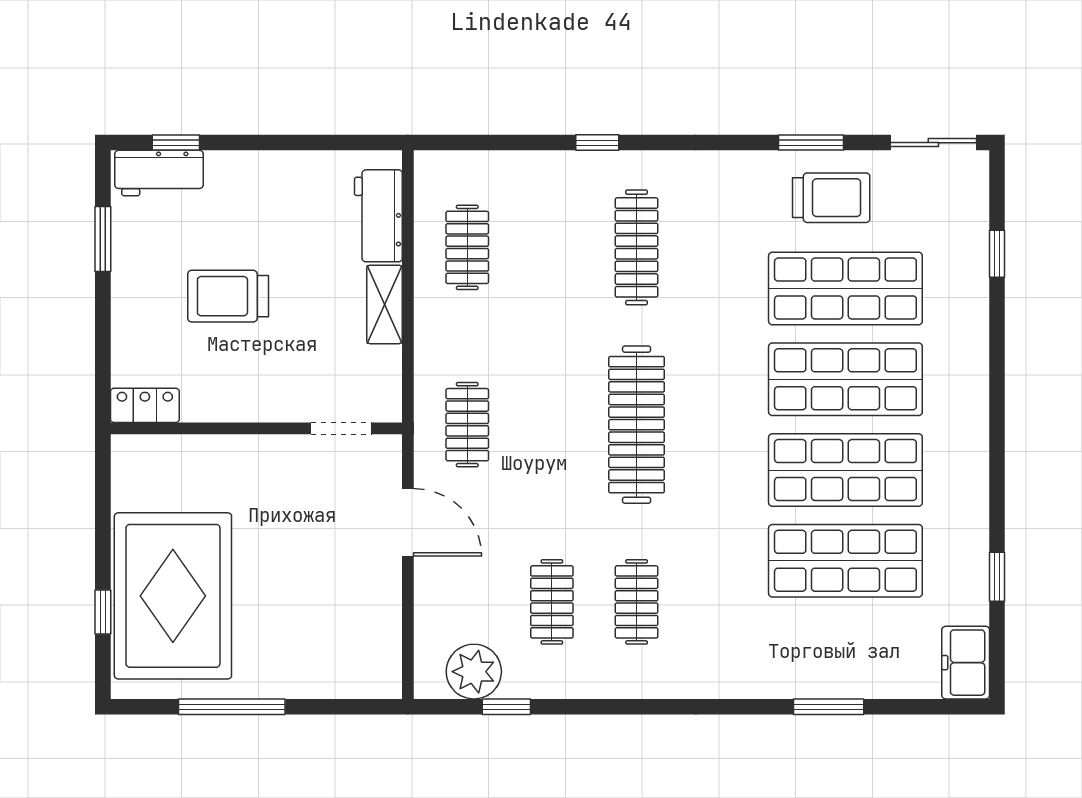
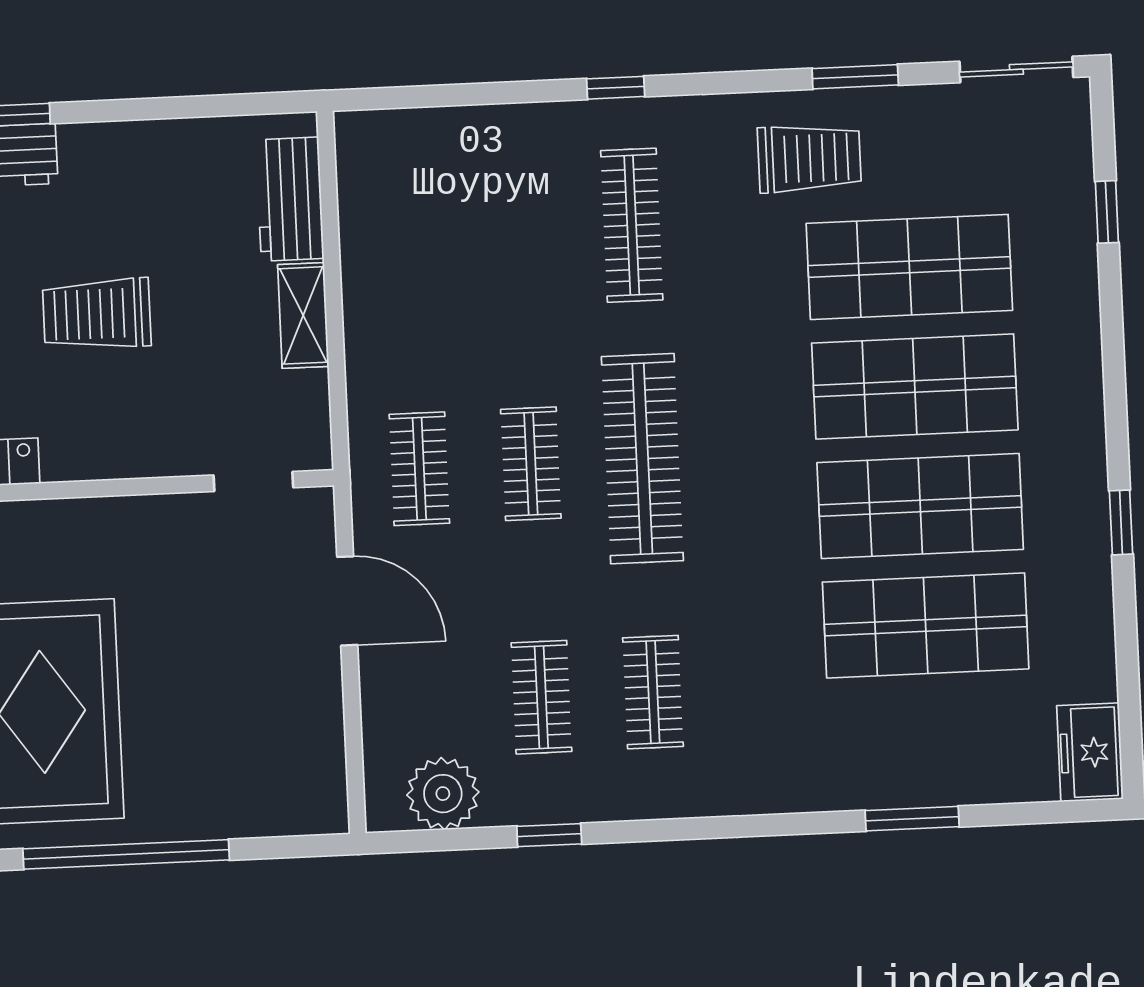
window: (597, 143) -> (616, 88), moved
trolley: (831, 198) -> (809, 158), moved
clothes rail: (467, 247) -> (531, 464), moved
window: (997, 577) -> (1121, 522), moved
window: (232, 707) -> (126, 854), width x1.46
window: (506, 707) -> (549, 835), moved

